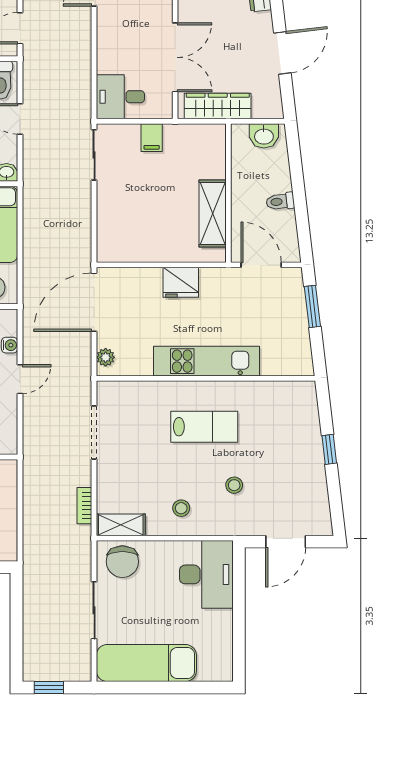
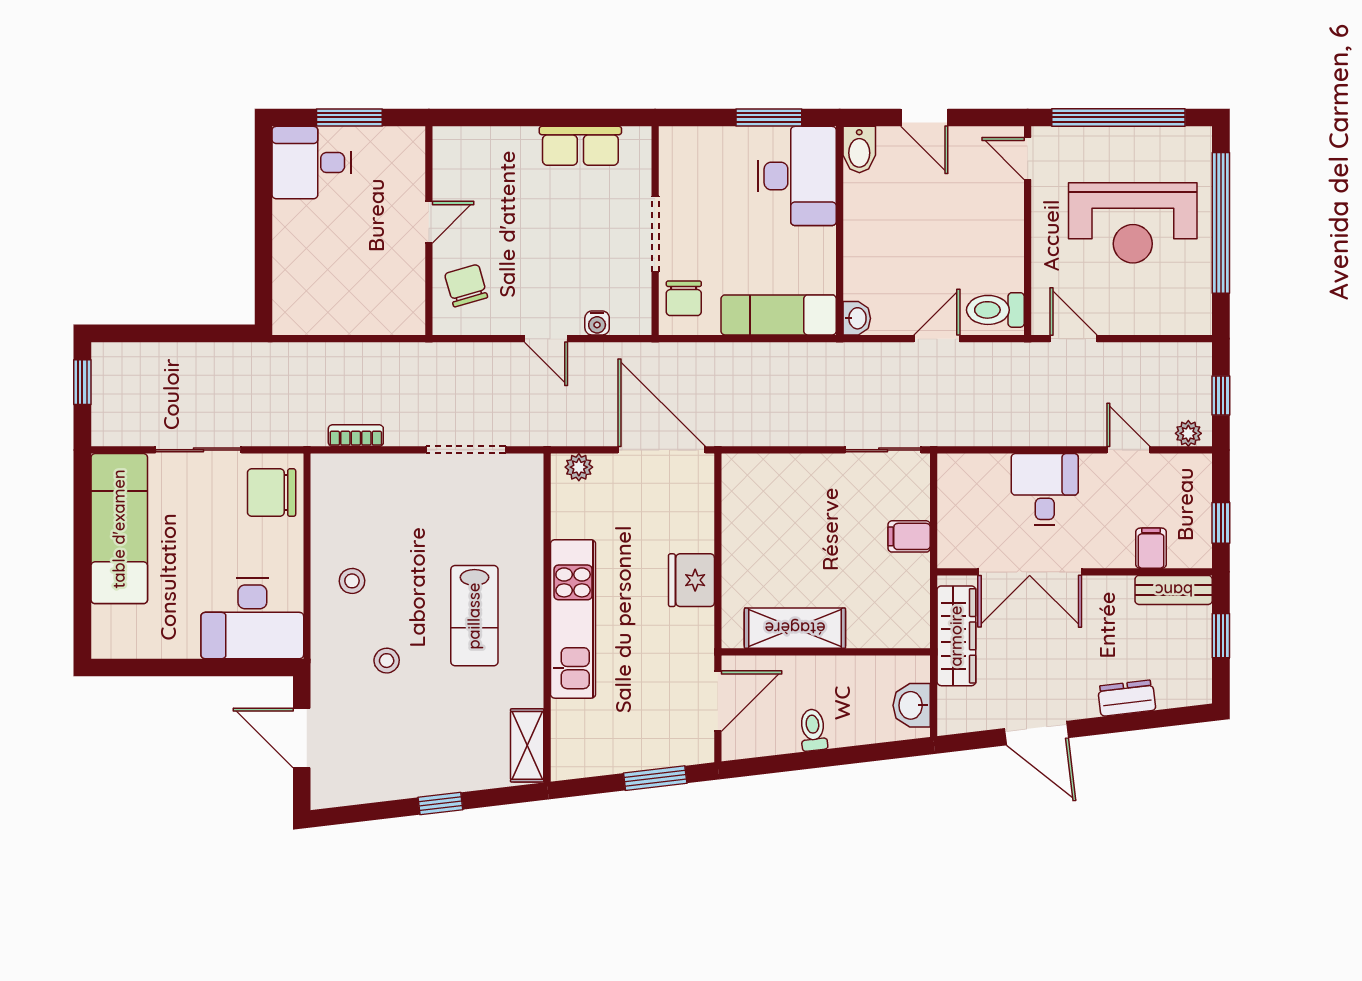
desk: (120, 97) -> (1045, 489), moved
shelving: (121, 525) -> (527, 745), moved

